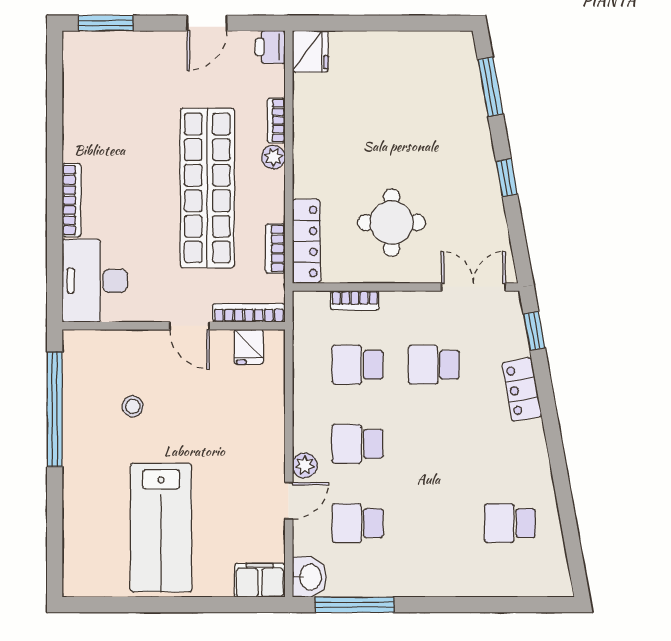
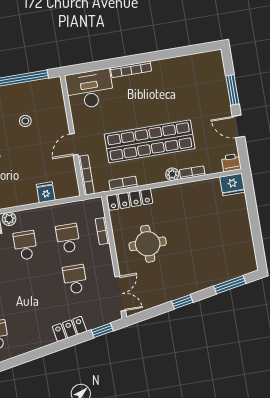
window: (106, 23) -> (232, 90), moved
fridge: (249, 347) -> (46, 192), moved, turned 90

